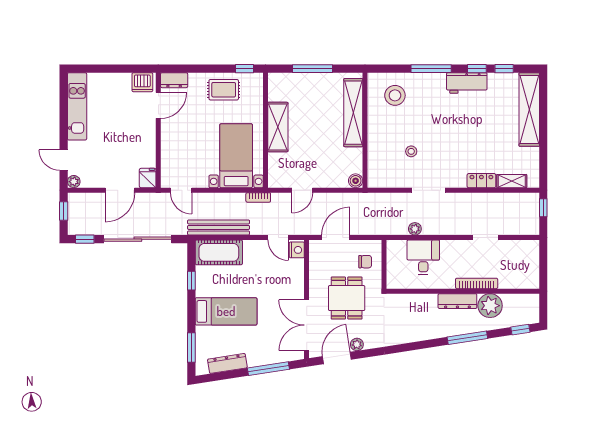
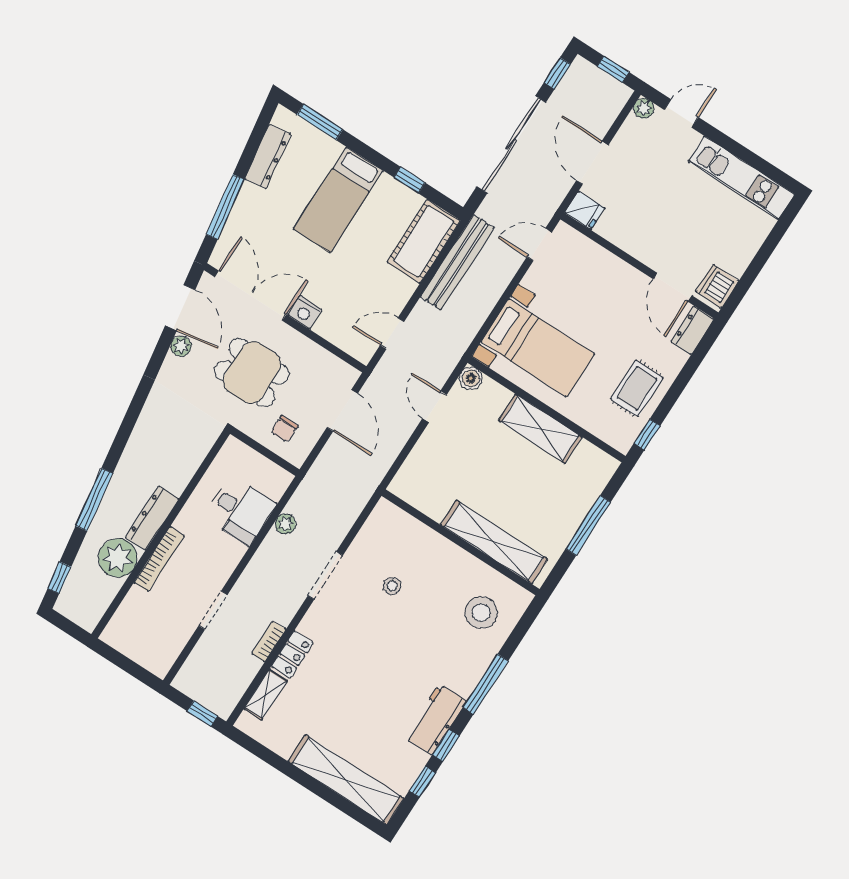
boiler: (356, 181) -> (471, 378), moved
bookcase: (258, 197) -> (269, 641), moved
nightstand: (297, 250) -> (305, 312), moved

